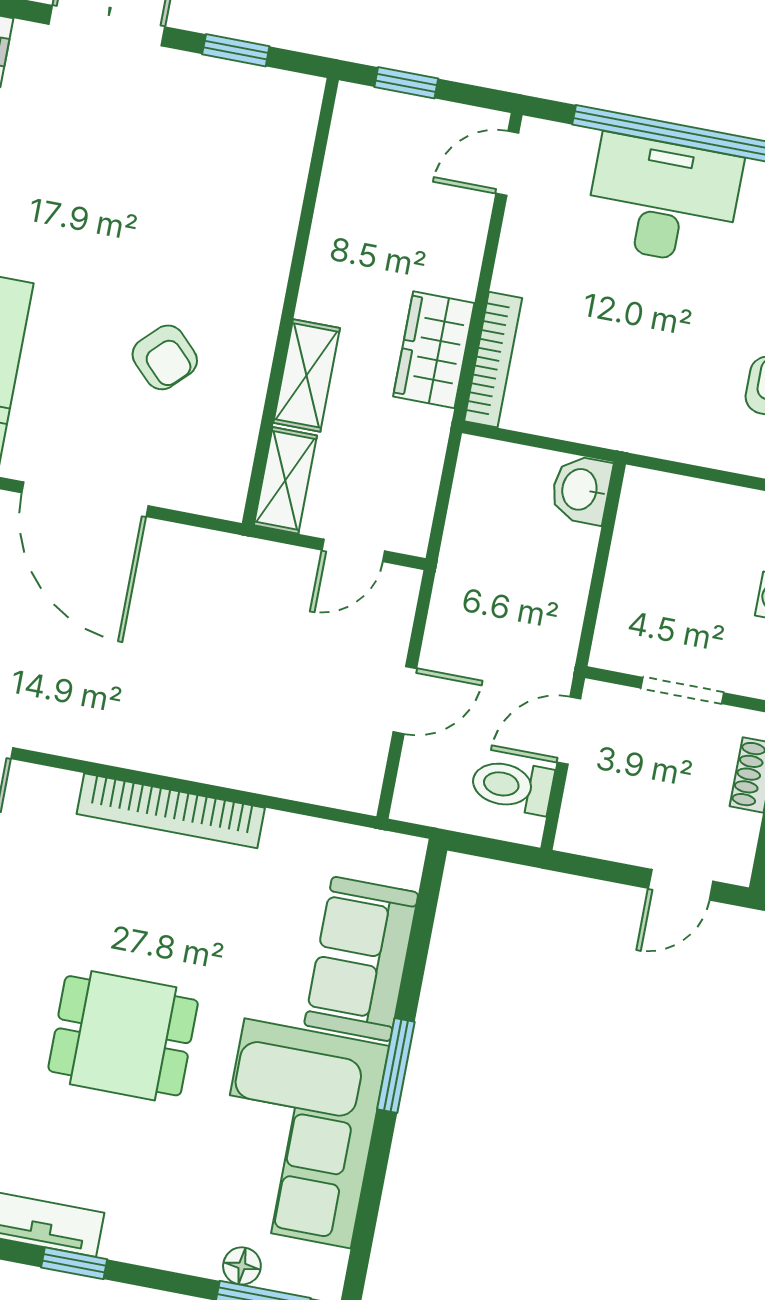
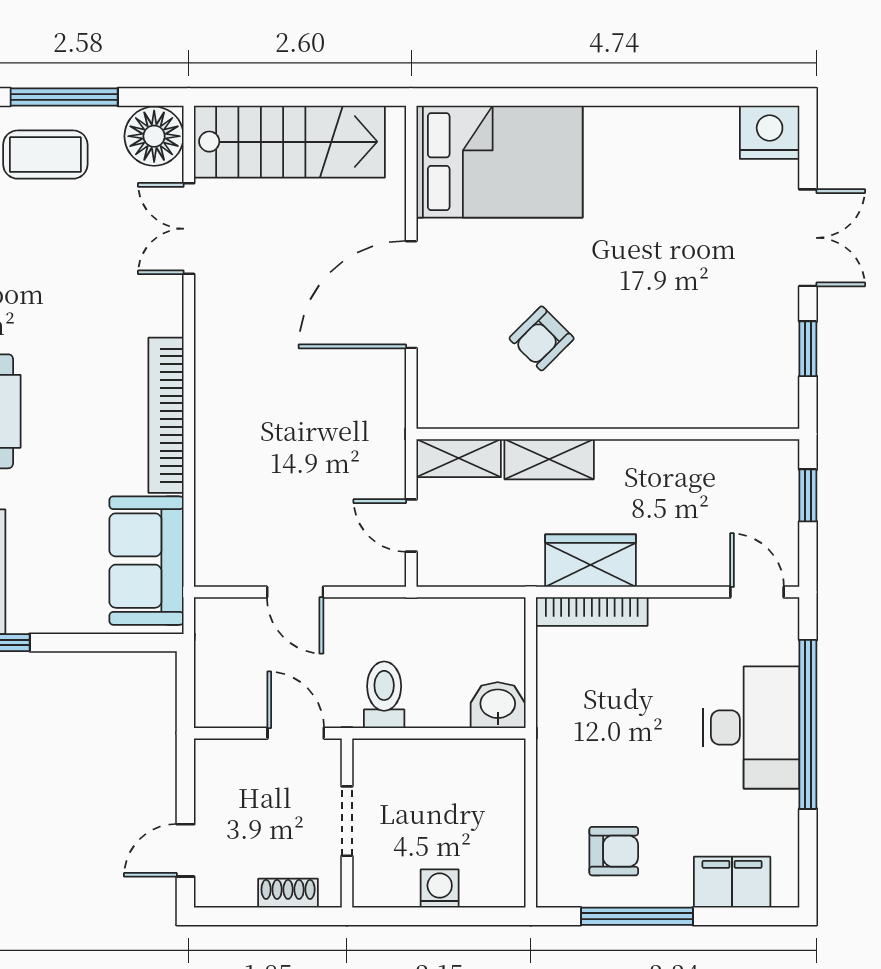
toilet: (512, 786) -> (384, 695), moved
door: (681, 885) -> (185, 850), hinge flipped
sofa: (361, 959) -> (147, 561), moved, turned -90

